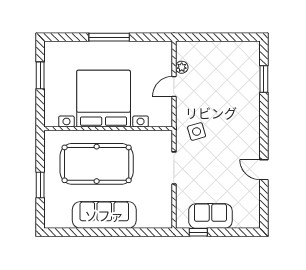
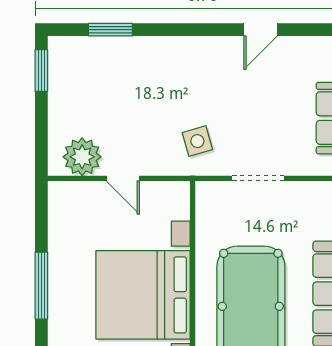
window: (239, 37) -> (41, 70), added
plant: (182, 67) -> (82, 157), width x1.88, depth x1.88

